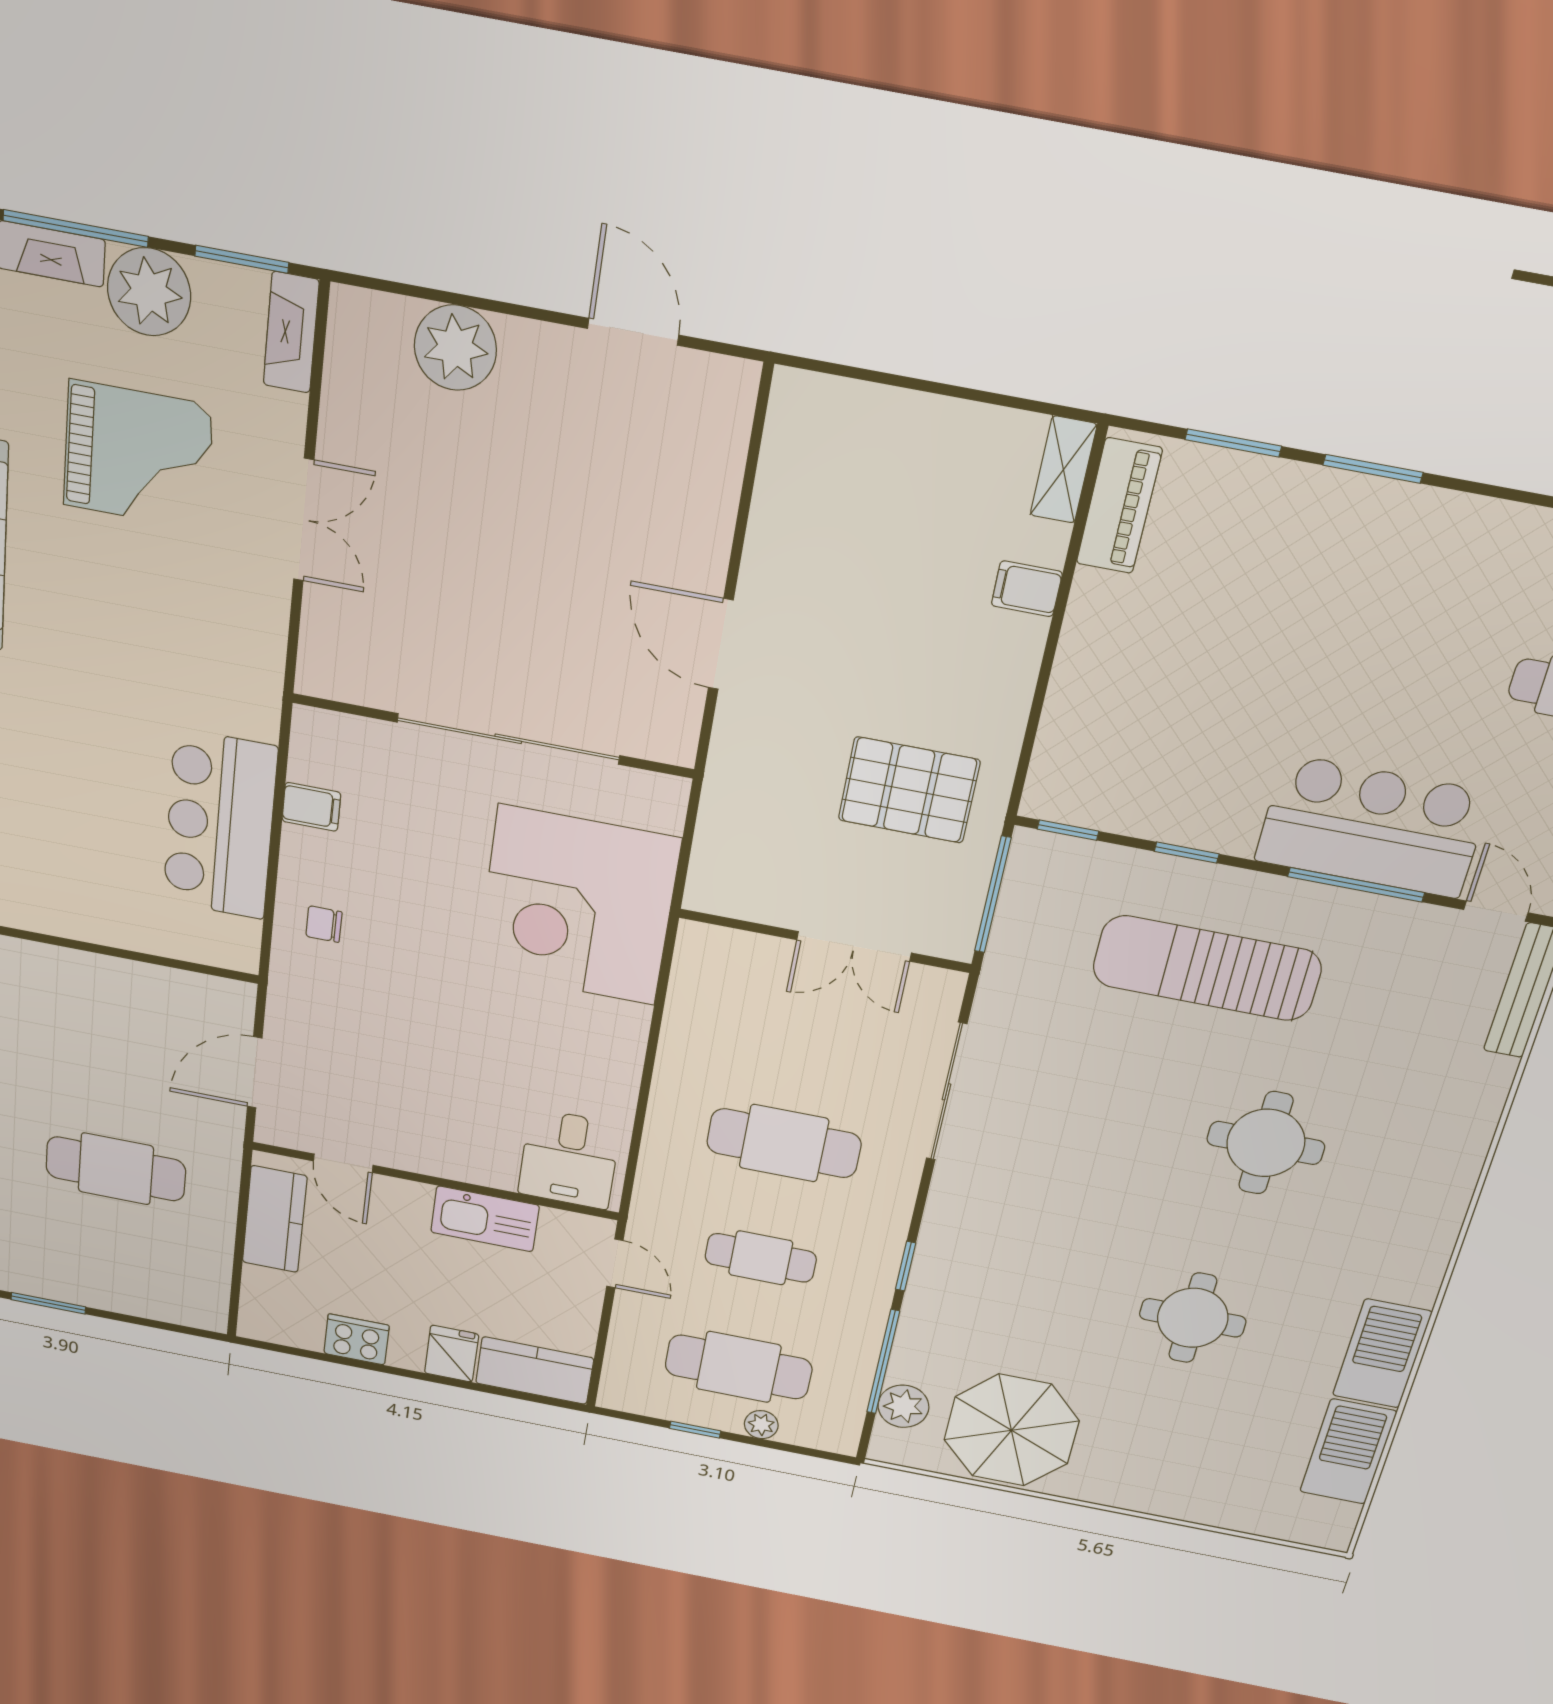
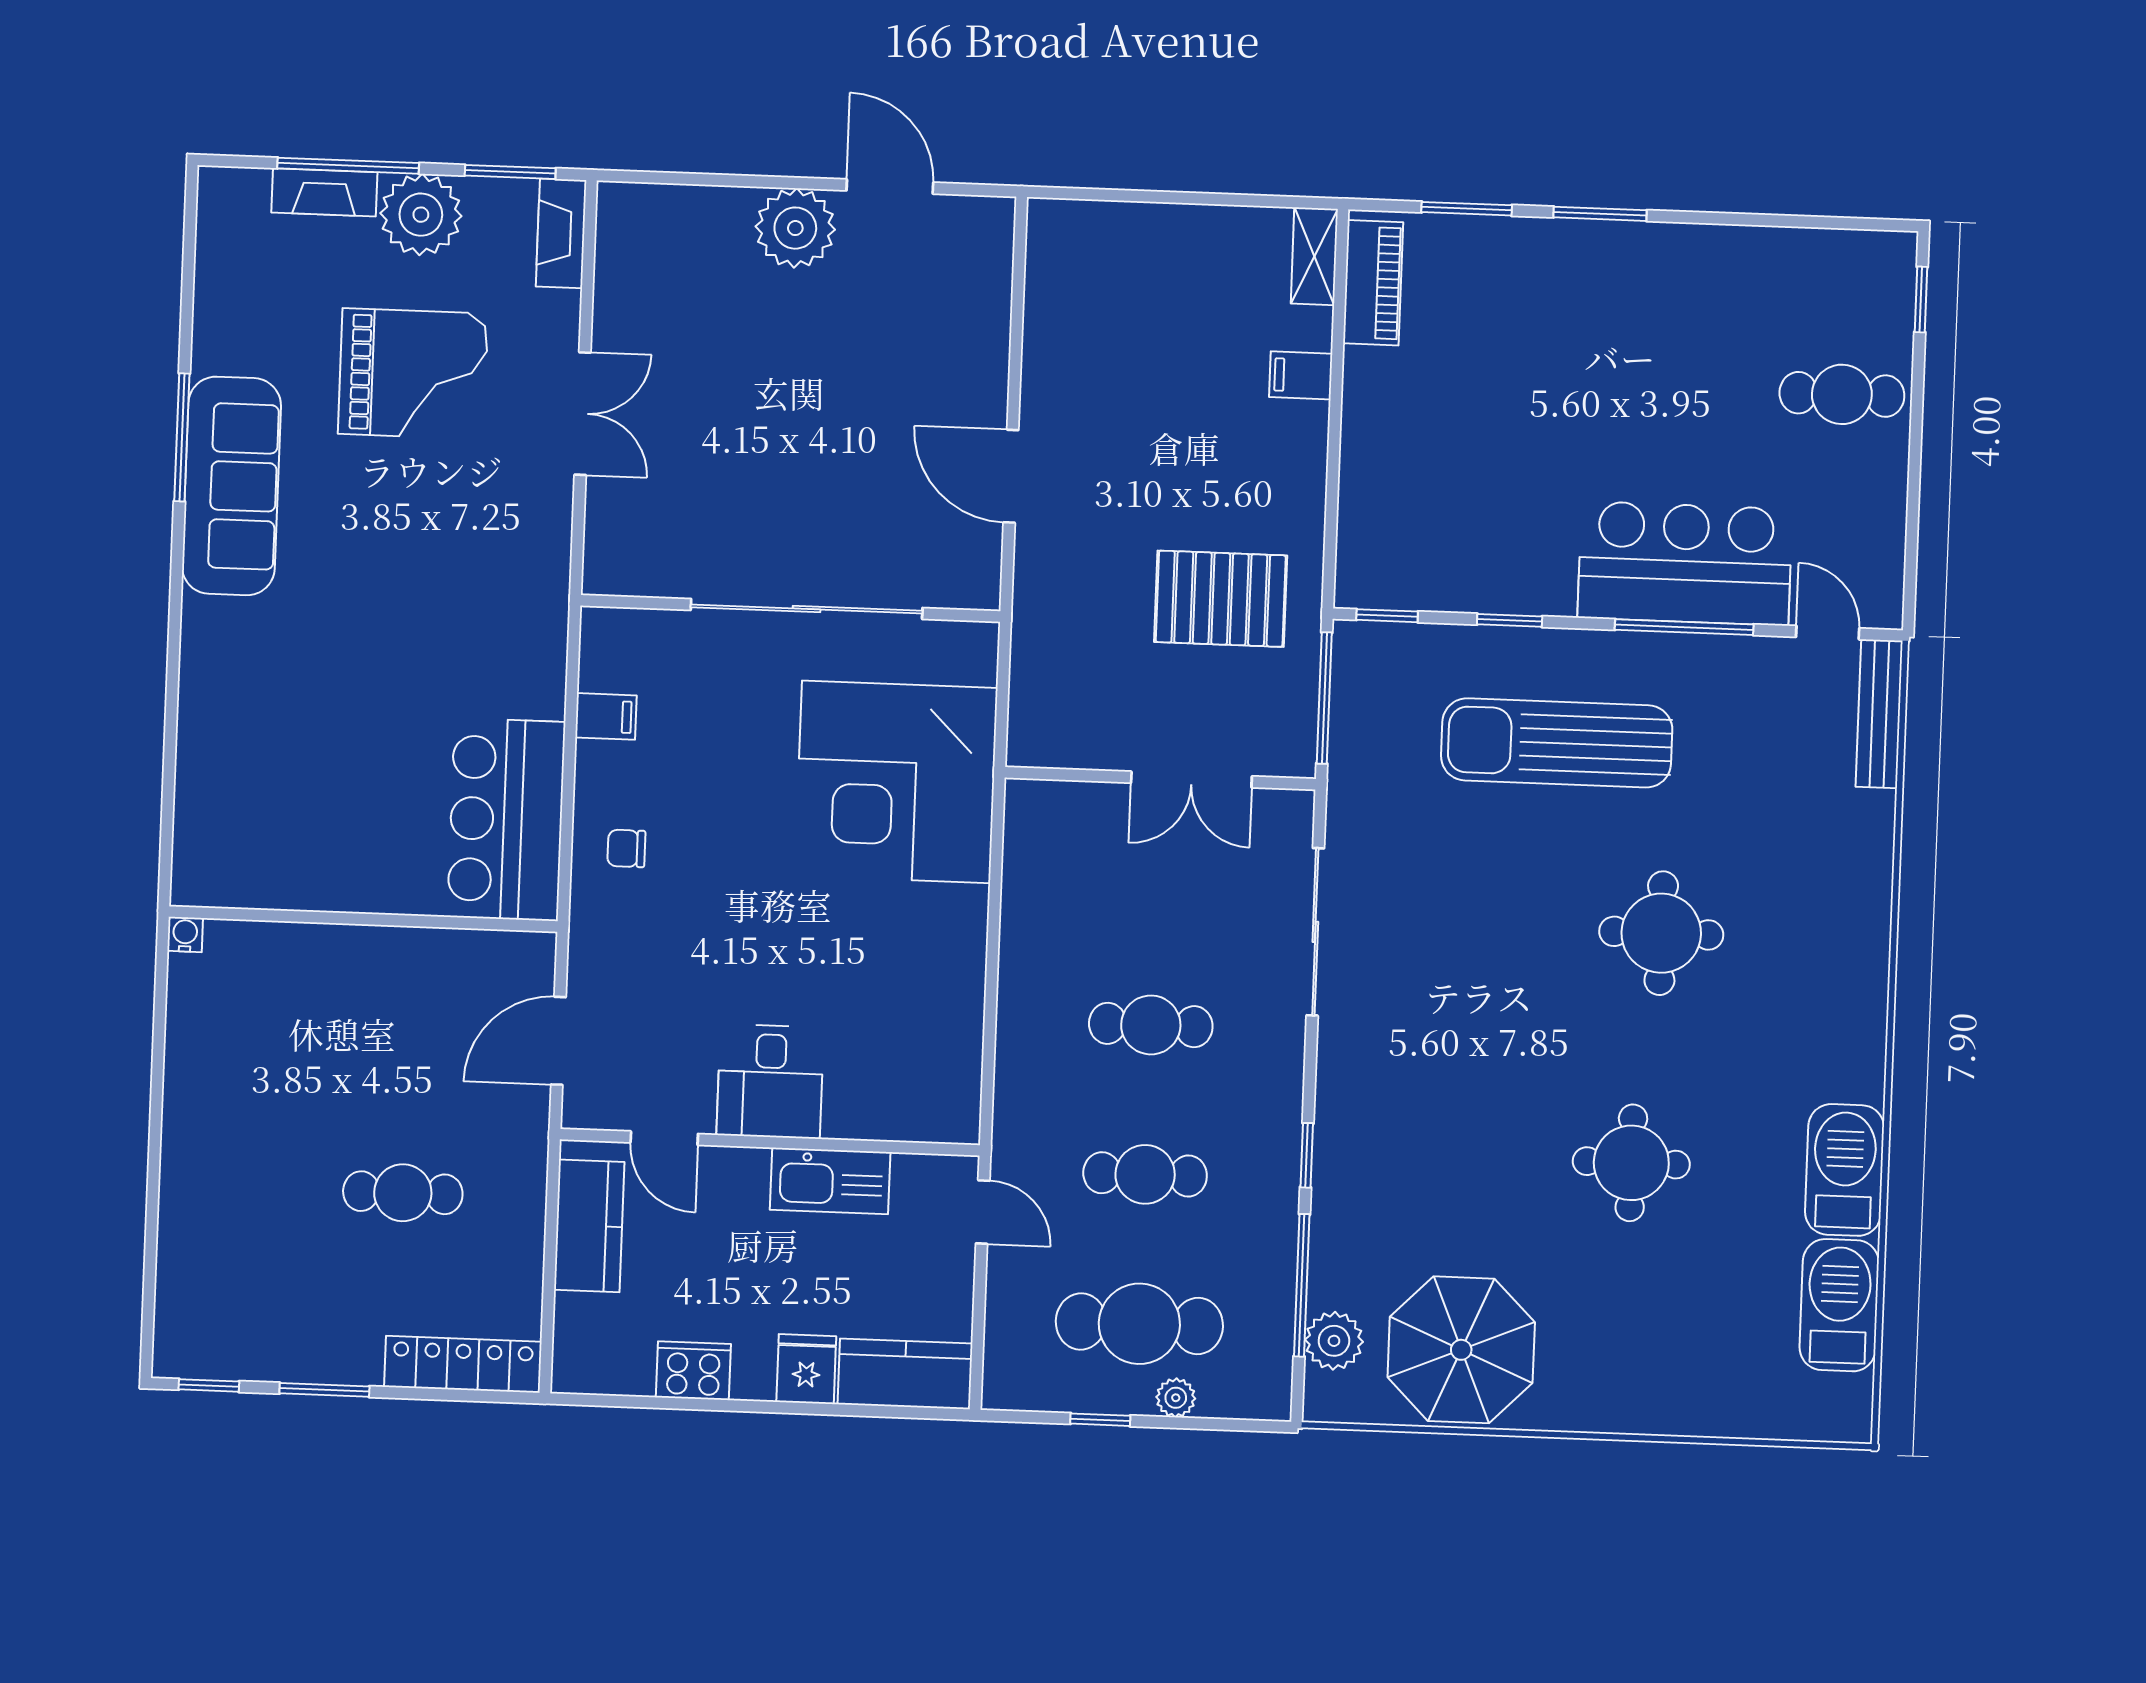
plant: (455, 348) -> (795, 228), moved
bar counter: (220, 825) -> (506, 819), moved
cafe table: (784, 1143) -> (1151, 1025), width x0.73, depth x0.74
desk: (569, 1159) -> (770, 1081), moved
cafe table: (116, 1169) -> (403, 1193), width x0.73, depth x0.74
locker: (164, 1304) -> (463, 1364), added

